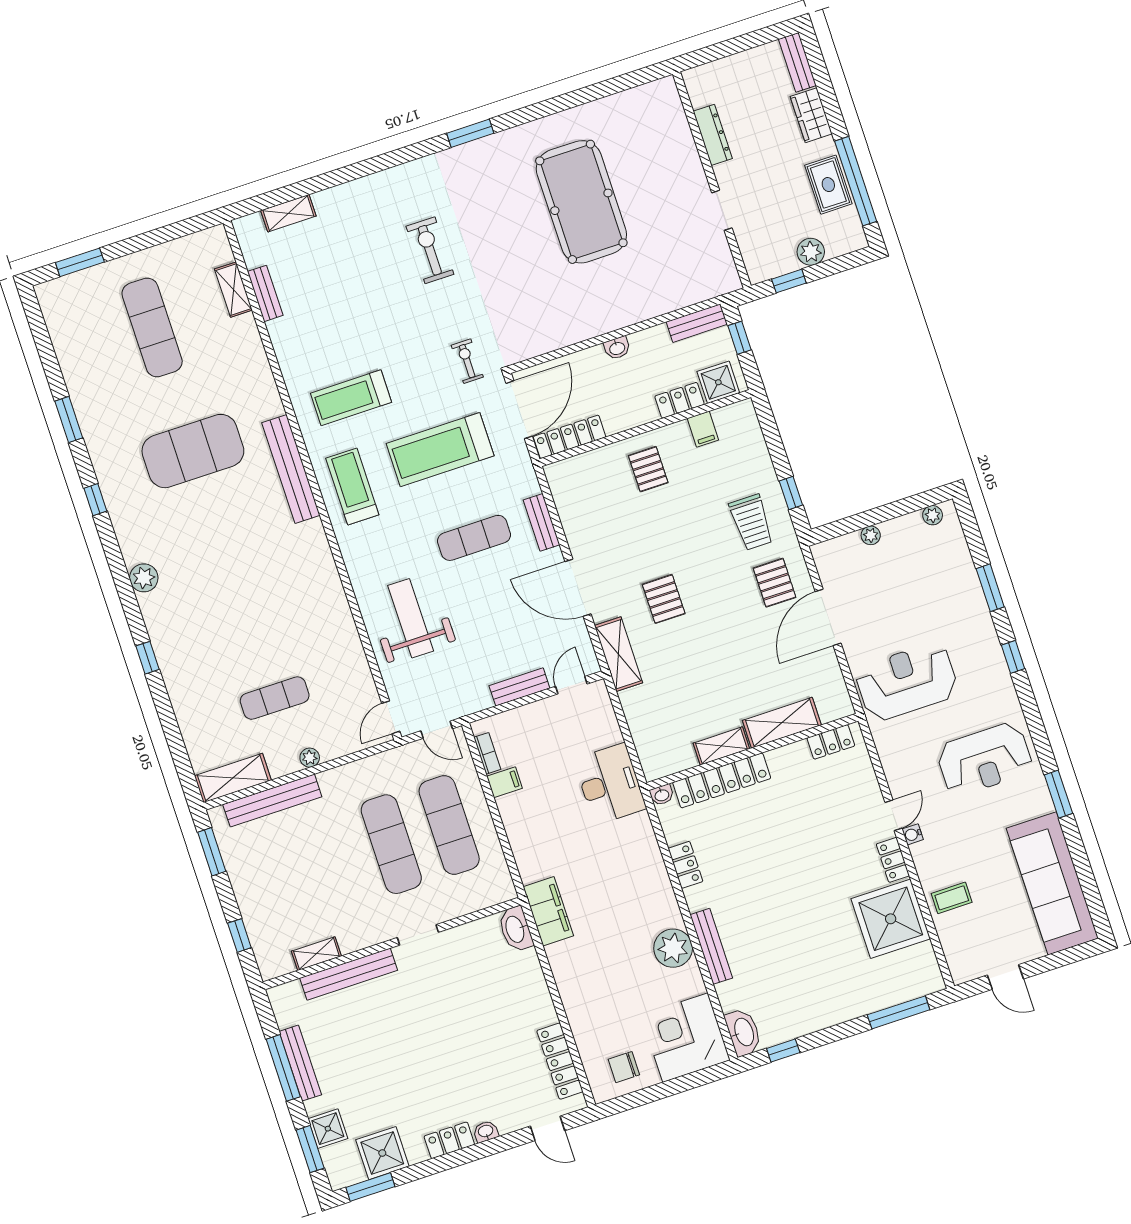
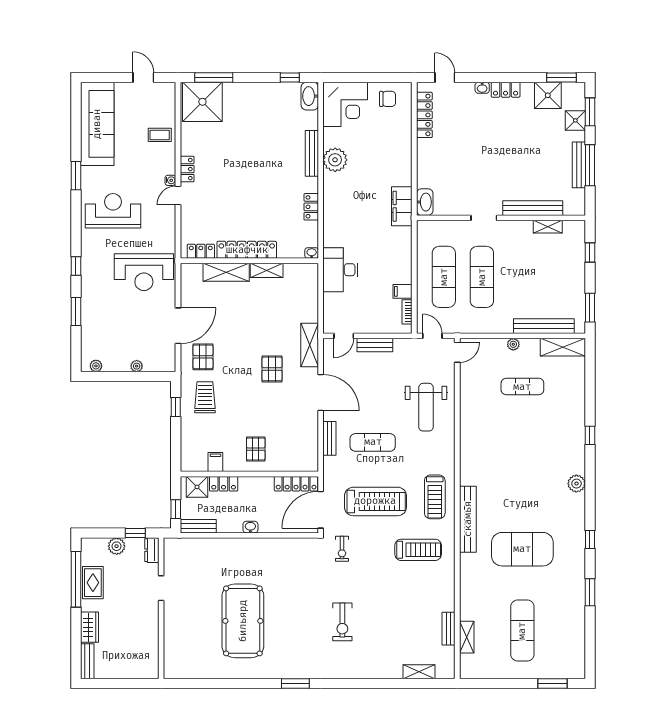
dresser: (713, 135) -> (152, 550), moved, width x0.70
locker: (722, 780) -> (247, 250), moved
shower: (891, 919) -> (202, 102), moved

